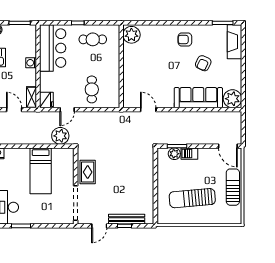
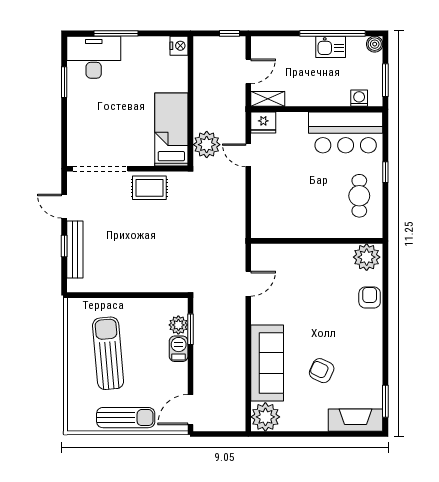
armchair: (185, 39) -> (370, 298), moved
washing machine: (31, 63) -> (359, 98), moved
cafe table: (92, 89) -> (280, 194), removed
bed: (41, 171) -> (171, 129), moved, turned 90

